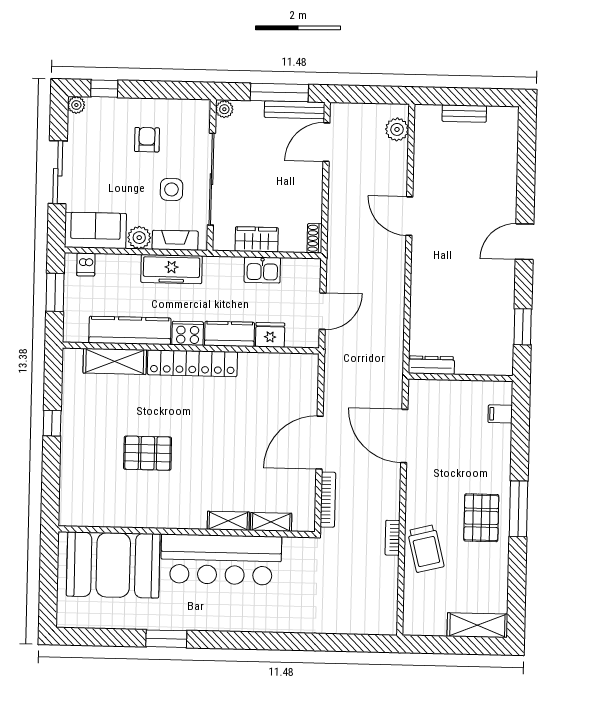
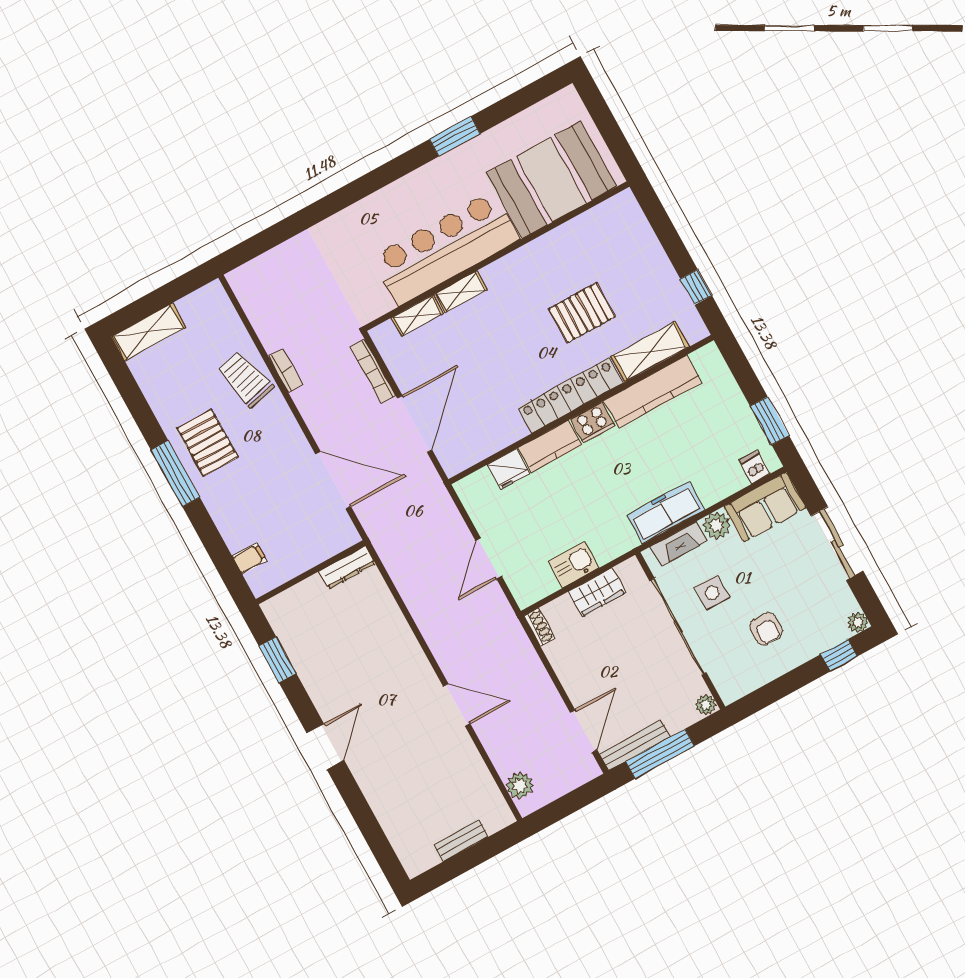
kitchen counter: (130, 330) -> (653, 392), moved
cooker: (188, 333) -> (593, 423), moved
kitchen counter: (230, 334) -> (550, 446), moved
fridge: (270, 335) -> (509, 469), moved
wall: (191, 348) -> (581, 410), moved
shelving: (115, 361) -> (650, 352), moved
locker: (192, 363) -> (571, 395), moved

